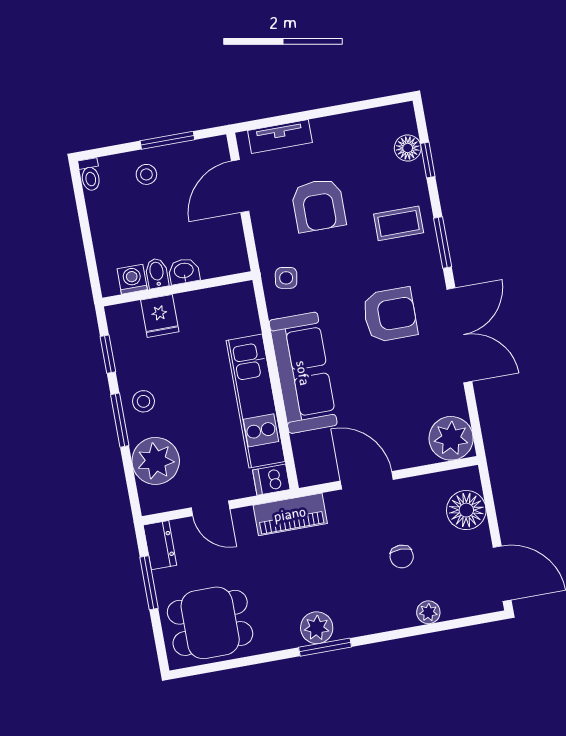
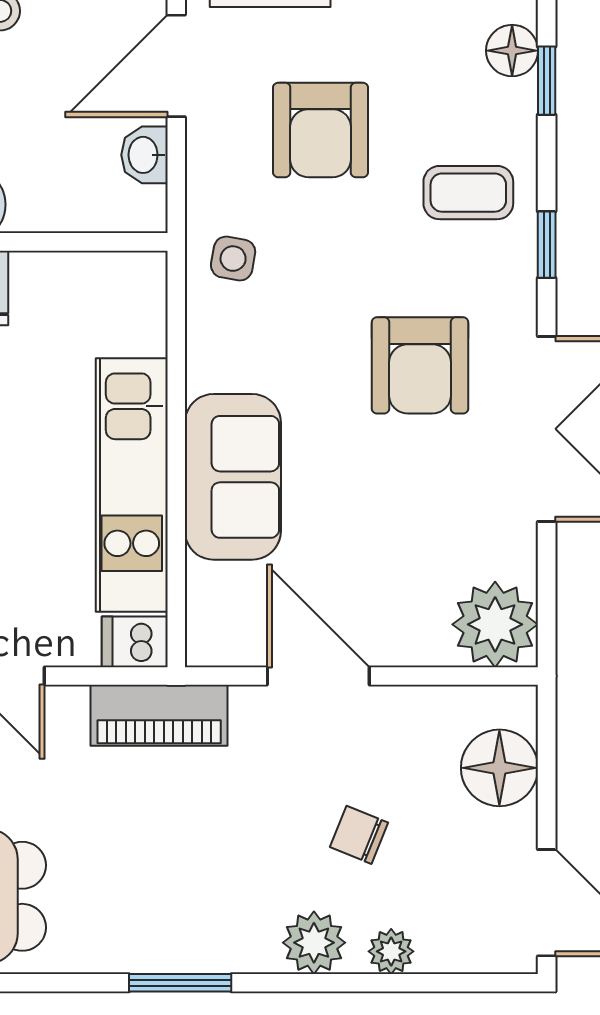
window: (443, 242) -> (547, 245), width x0.67
washbasin: (184, 271) -> (144, 155), moved, turned -90
armchair: (390, 315) -> (420, 365), turned 90
sofa: (303, 373) -> (233, 477), width x0.73
chair: (402, 556) -> (359, 835), turned 112
plant: (317, 628) -> (314, 943), moved

